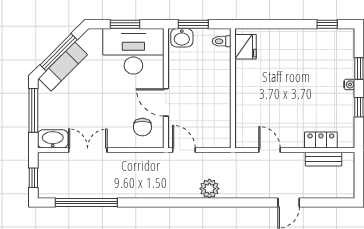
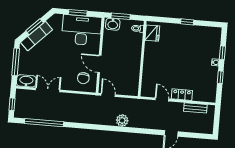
window: (327, 24) -> (187, 22), moved
window: (59, 52) -> (35, 27), width x0.69
locker: (321, 140) -> (182, 95), moved

